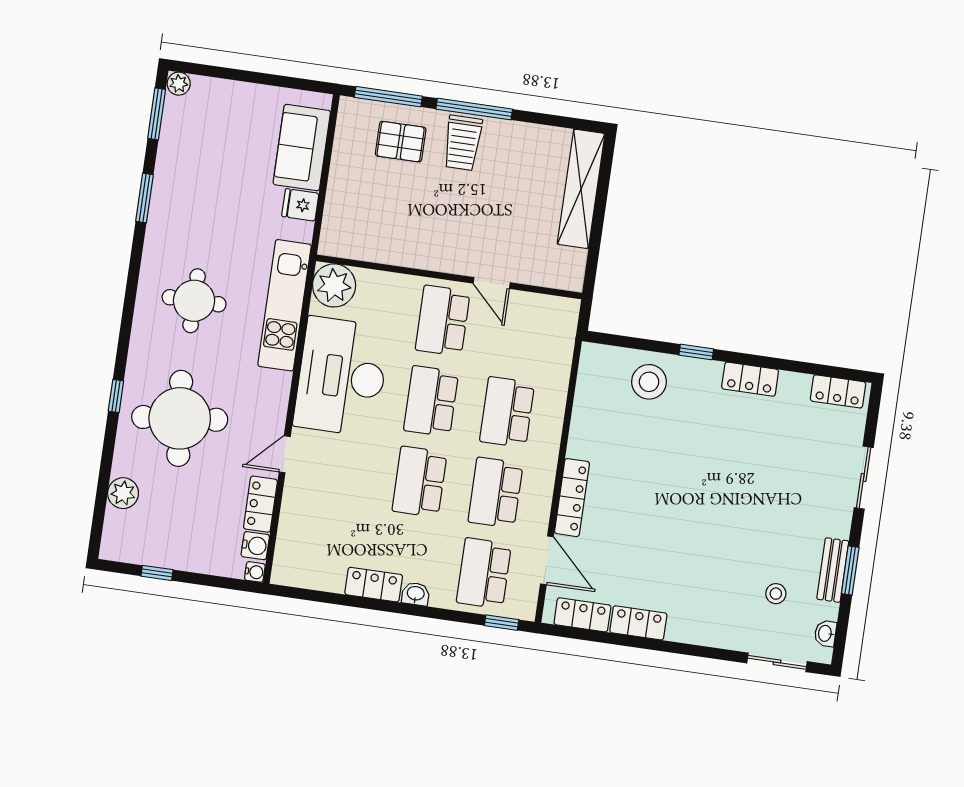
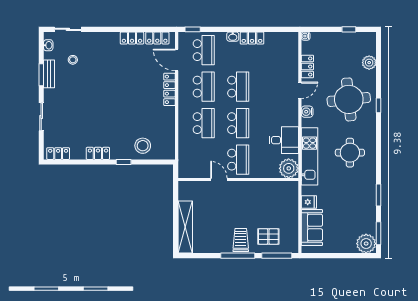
plant: (179, 84) -> (366, 244), width x1.87, depth x1.87
desk: (342, 377) -> (284, 140), width x0.53, depth x0.77
water cooler: (255, 546) -> (307, 112), moved

